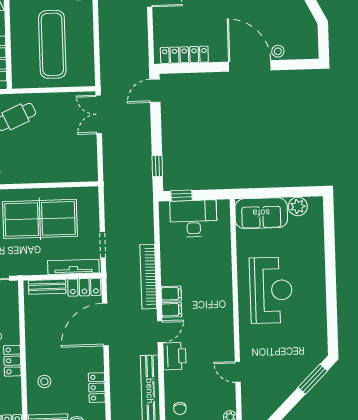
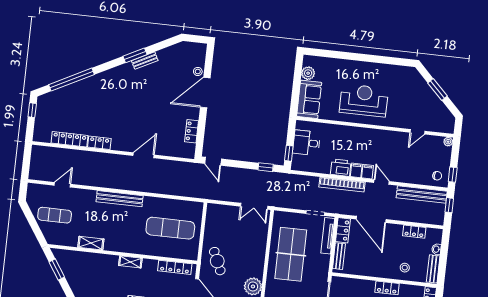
locker: (184, 55) -> (192, 131), width x0.66
double door: (99, 114) -> (254, 206), moved
desk: (193, 218) -> (306, 143), width x0.73
printer: (174, 356) -> (341, 168), moved
window: (313, 379) -> (438, 89), moved

